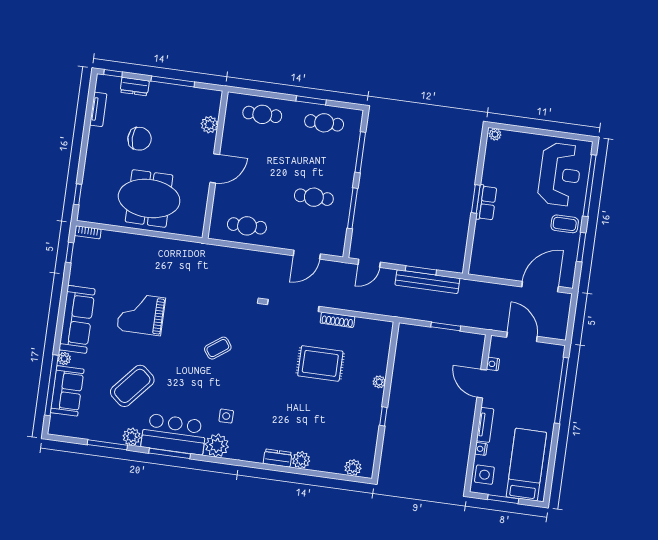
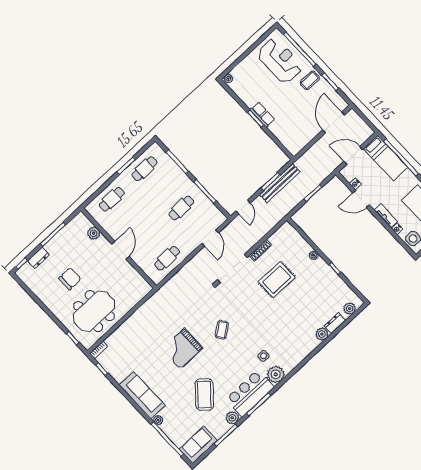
tv unit: (98, 109) -> (35, 288), removed
meeting table: (149, 198) -> (94, 311), moved
grand piano: (141, 314) -> (182, 349), moved
bed: (547, 374) -> (385, 158), added
sofa: (67, 391) -> (198, 445), moved, turned -90
dresser: (277, 458) -> (335, 323), moved

